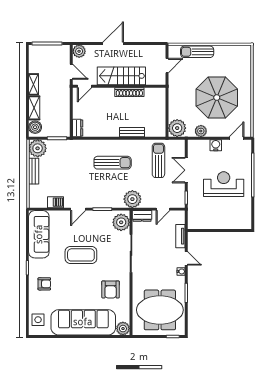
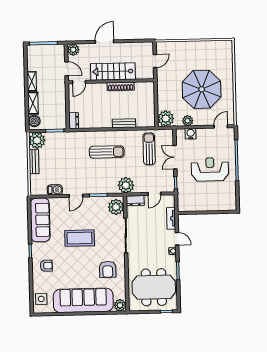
sun lounger: (197, 52) -> (182, 47), removed
water cooler: (216, 145) -> (191, 134), moved

